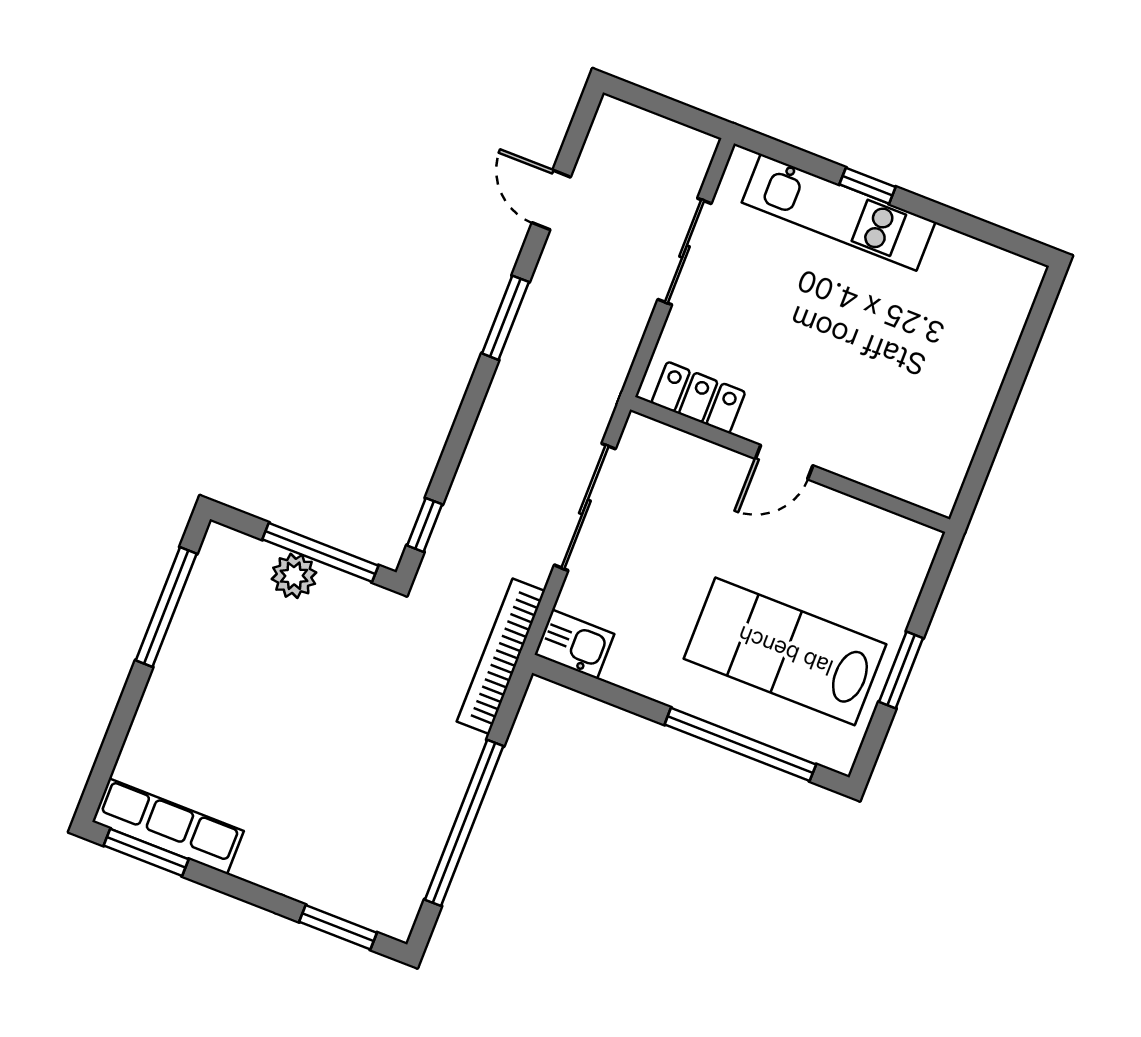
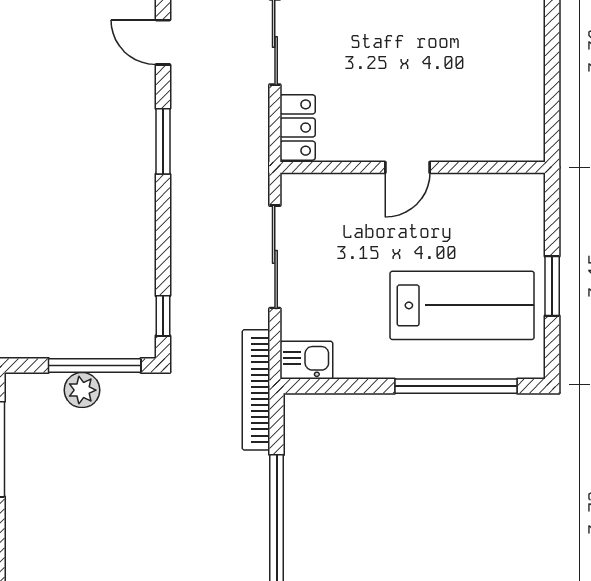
locker: (698, 397) -> (298, 128), moved, turned 90
lab bench: (785, 651) -> (462, 305), turned 180

